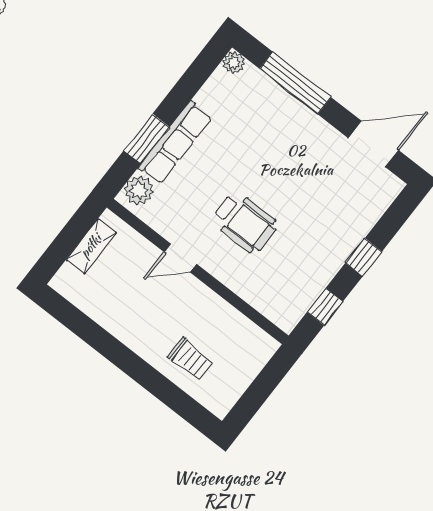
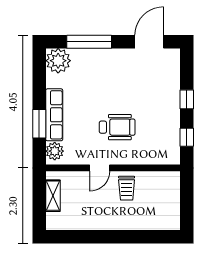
plant: (234, 63) -> (58, 61), width x1.87, depth x1.87
trolley: (191, 359) -> (127, 188), moved, turned 90

